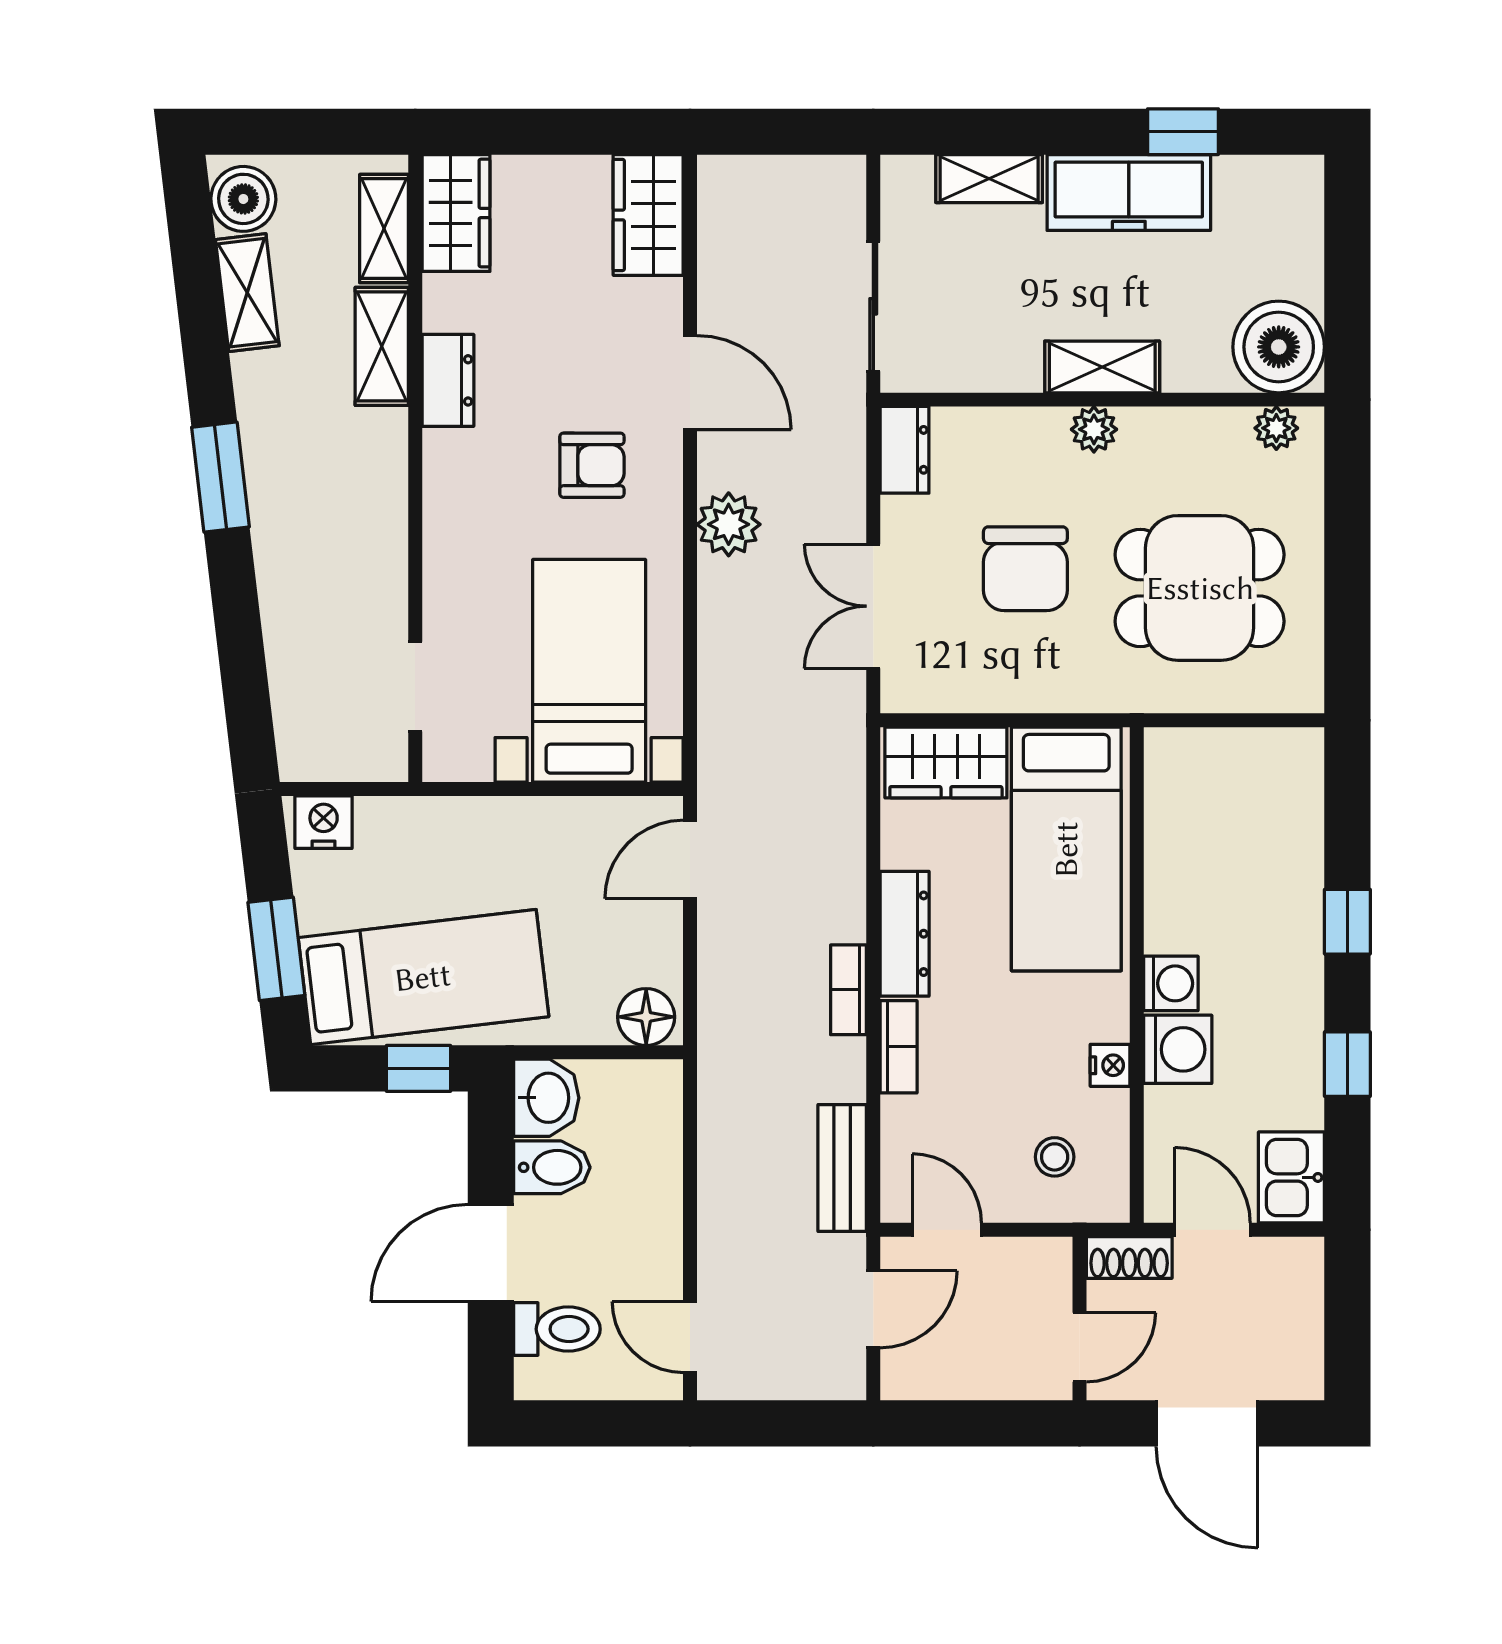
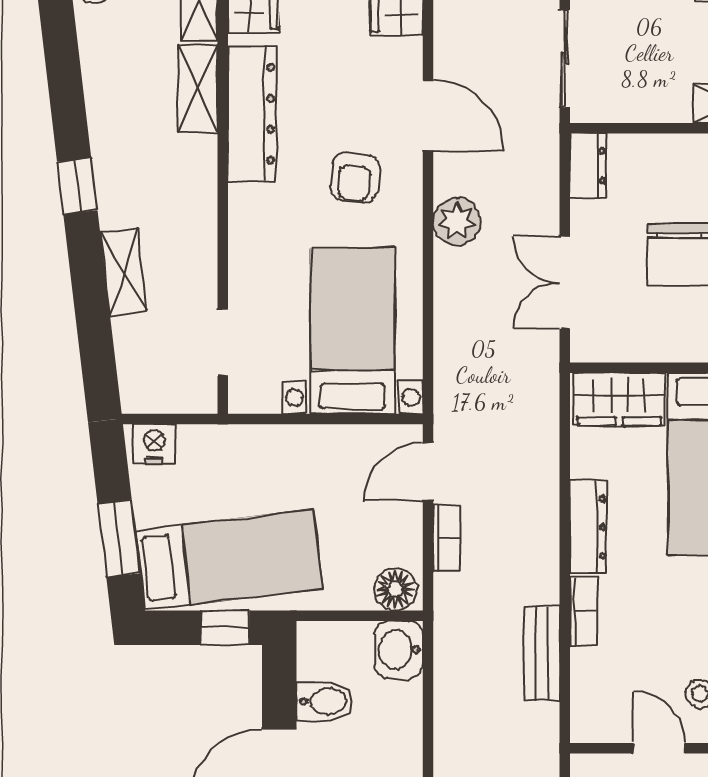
shelving: (247, 293) -> (124, 272), moved
dresser: (448, 380) -> (252, 114), width x1.96, depth x1.24
armchair: (592, 465) -> (355, 177), turned 96
window: (220, 477) -> (77, 186), width x0.67
bookcase: (848, 990) -> (447, 538), moved, turned 180
washbasin: (546, 1098) -> (398, 650), moved, turned 180
bench: (842, 1168) -> (542, 653), moved
door: (947, 1230) -> (659, 748), moved

